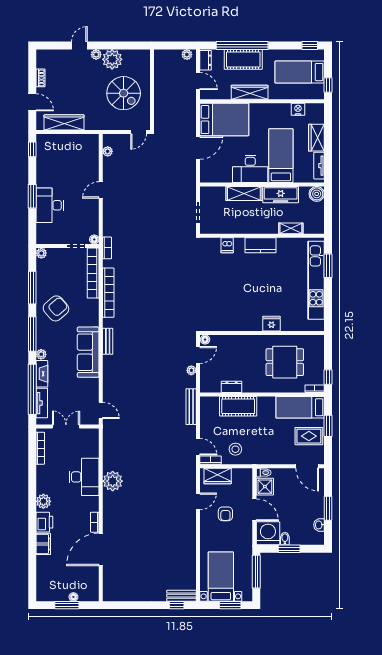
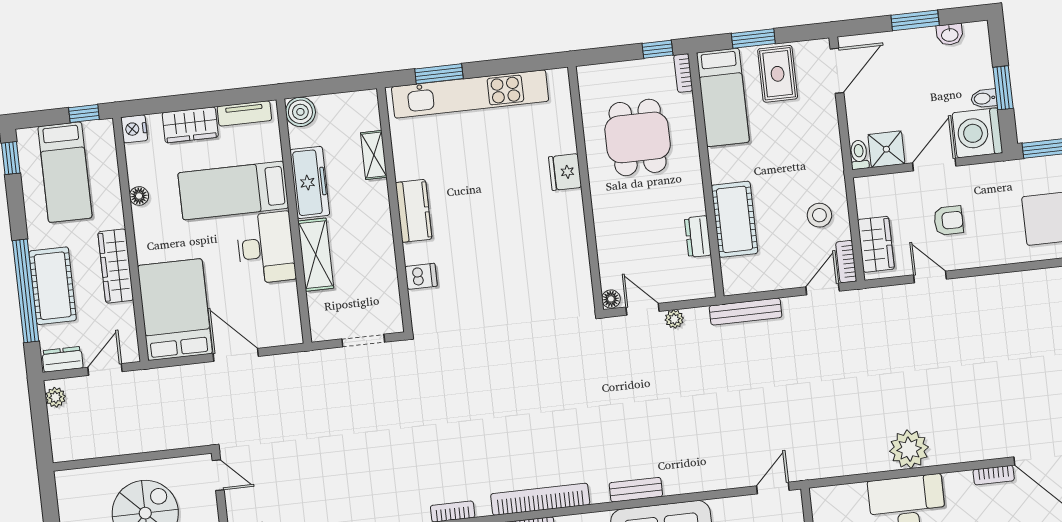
floor lamp: (283, 108) -> (139, 196), added
nightstand: (298, 109) -> (134, 129), moved

